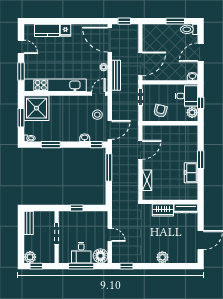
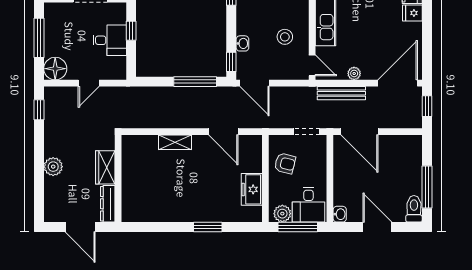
window: (175, 21) -> (427, 187), width x1.44
window: (201, 103) -> (298, 227), width x2.17
stool: (97, 115) -> (285, 37), moved
freezer: (191, 173) -> (252, 189), moved, turned -90
wall: (170, 202) -> (118, 179), moved
dresser: (186, 208) -> (108, 204), moved
wardrobe: (163, 210) -> (105, 167), moved
desk: (81, 253) -> (110, 40), moved, turned 180

